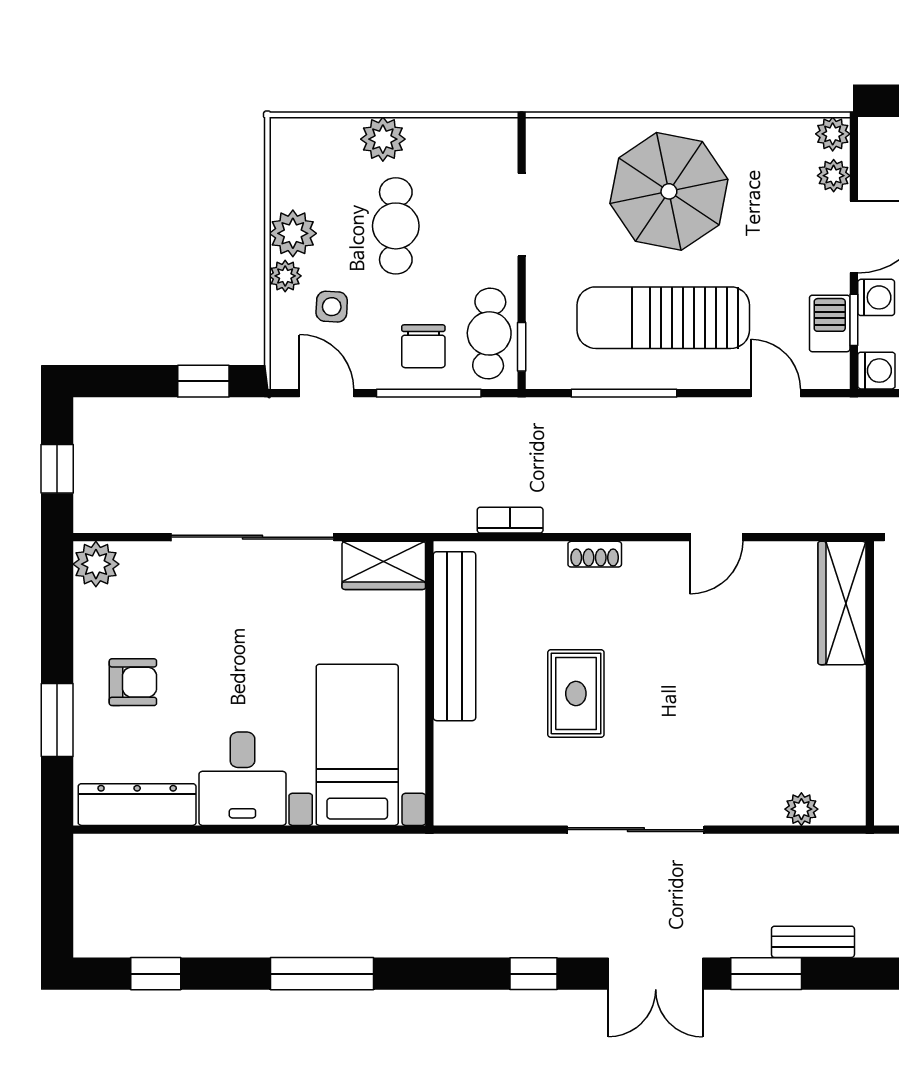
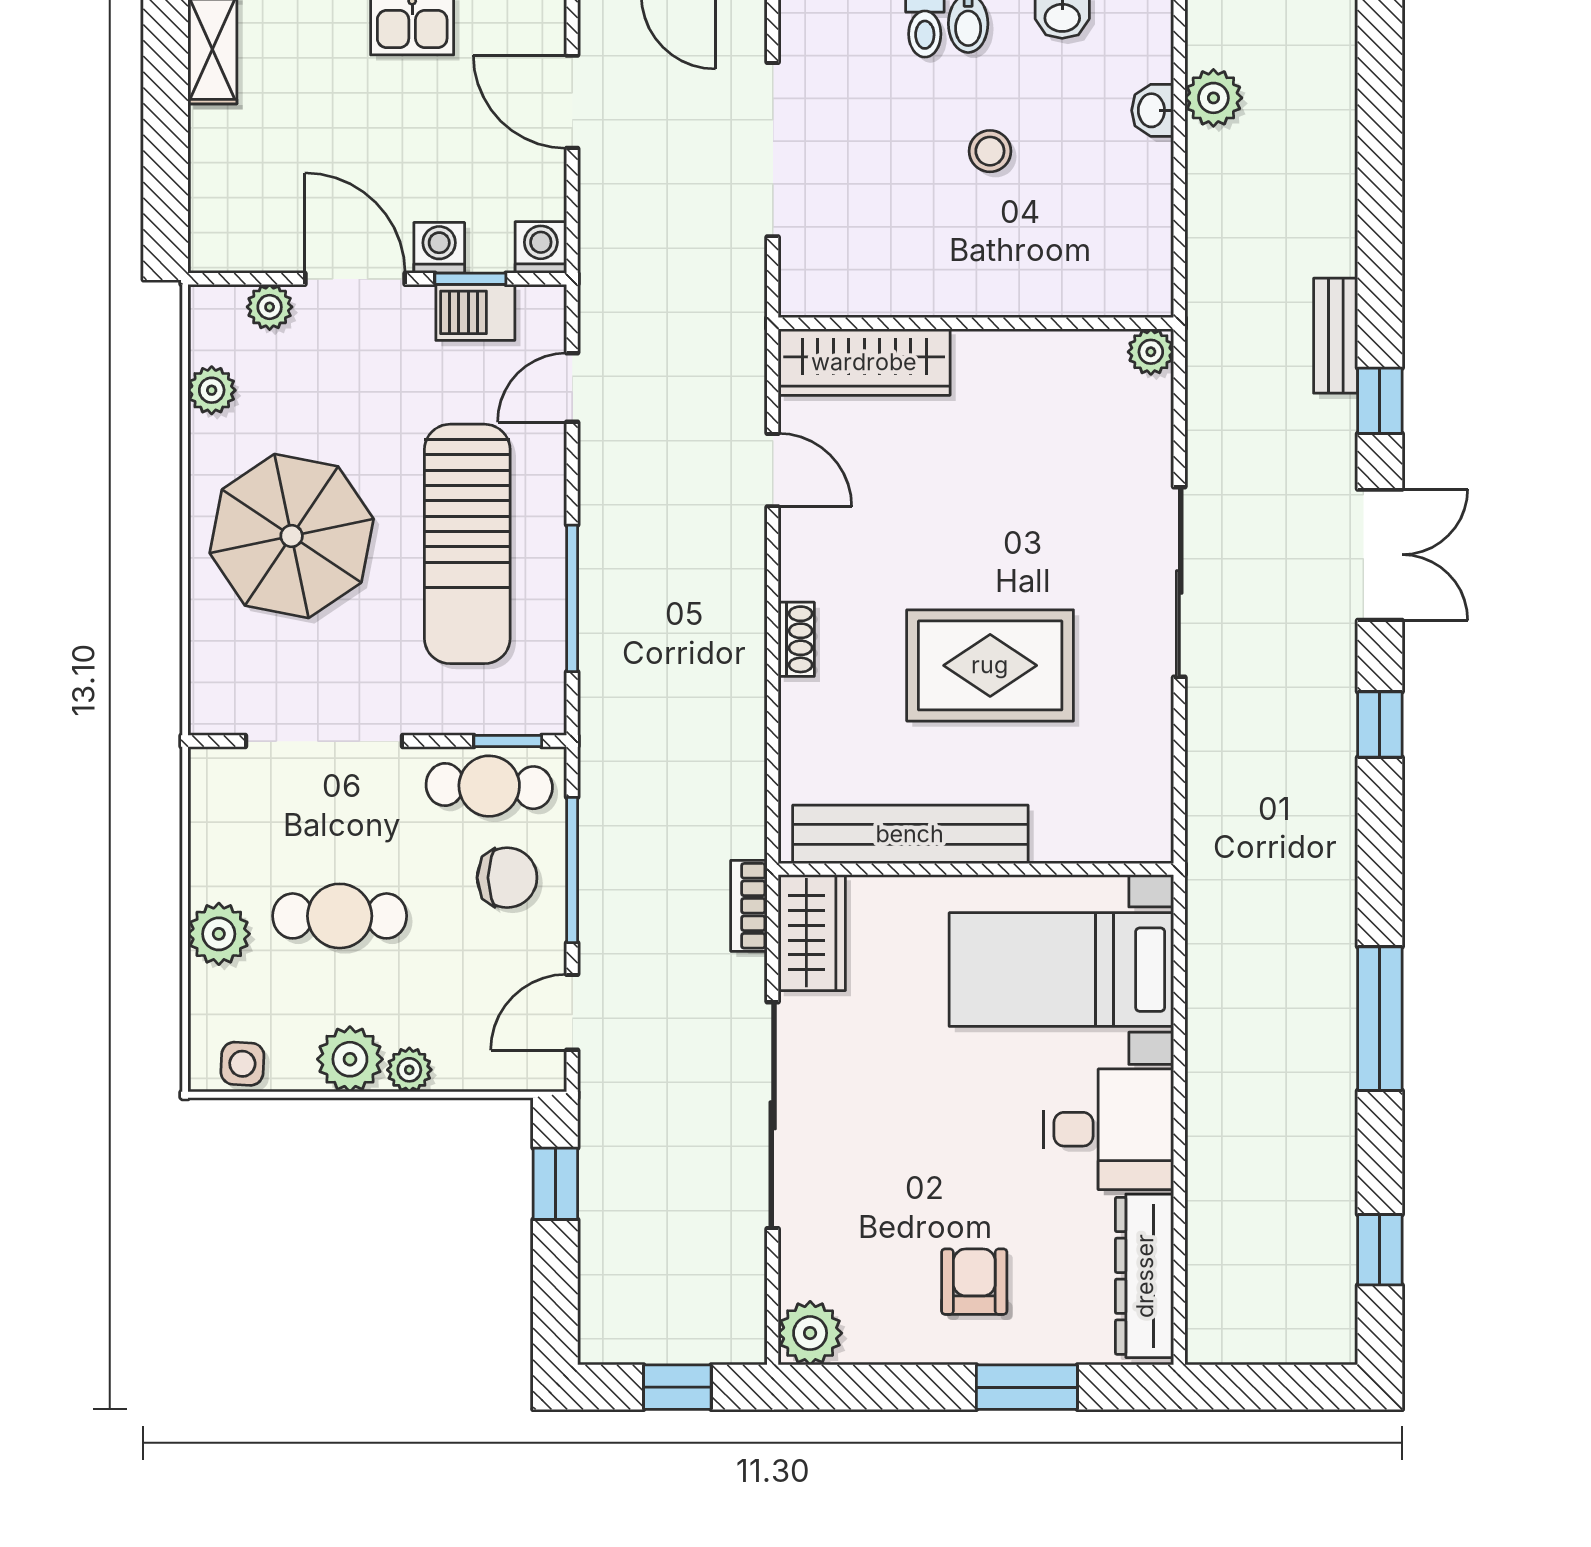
plant: (833, 134) -> (212, 390), moved
doorway: (522, 215) -> (324, 741), width x1.36
side table: (332, 307) -> (242, 1064), moved
bookcase: (510, 520) -> (749, 906), moved
wardrobe: (842, 603) -> (864, 362), moved
wall: (870, 683) -> (976, 323), moved
rug: (576, 694) -> (990, 665), width x1.36, depth x1.43
window: (766, 974) -> (1380, 401), width x0.67

